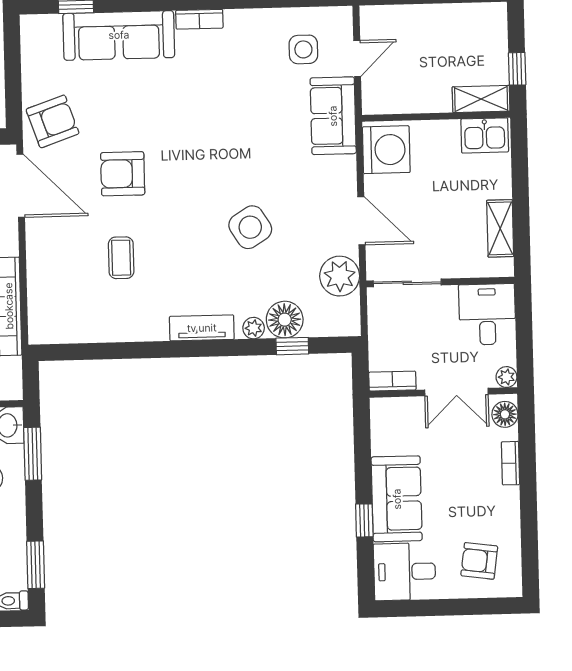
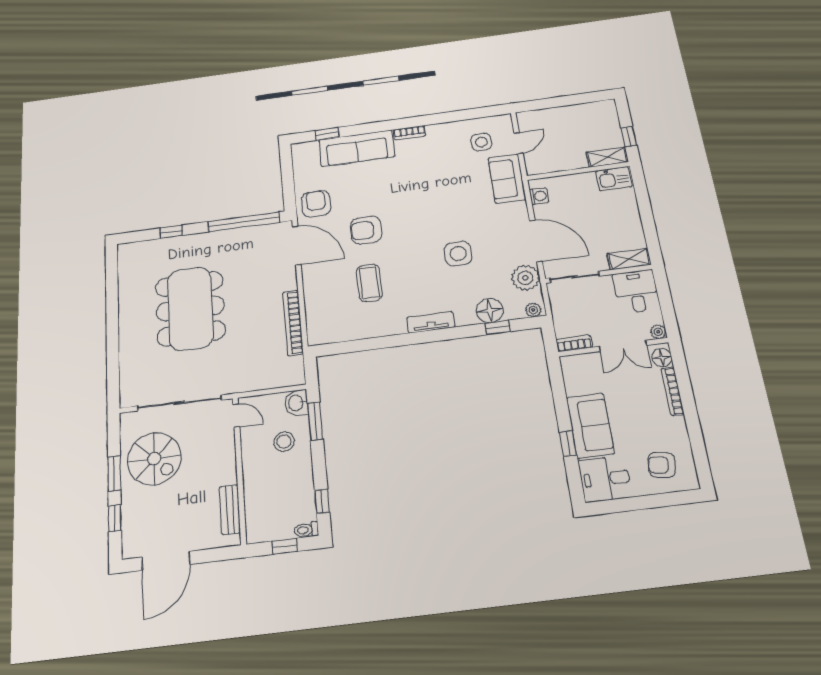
armchair: (53, 121) -> (316, 204), turned -71
washing machine: (386, 150) -> (539, 196), width x0.53, depth x0.53
door: (361, 221) -> (536, 241), width x1.36
side table: (250, 227) -> (458, 254), turned 32
shelving: (500, 228) -> (629, 259), moved, turned 90
coffee table: (121, 258) -> (369, 283), width x1.36, depth x1.30
plant: (254, 328) -> (533, 310), moved
bookcase: (511, 463) -> (673, 391), width x1.56
window: (36, 565) -> (322, 501), width x0.67

